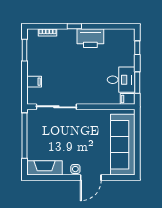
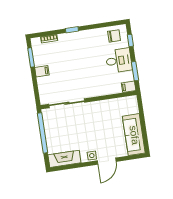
printer: (90, 38) -> (88, 38), removed
chair: (120, 40) -> (114, 36), added
desk: (121, 80) -> (119, 61), moved
filing cabinet: (34, 82) -> (42, 71), moved
sofa: (123, 145) -> (134, 135), width x0.74, depth x0.79

